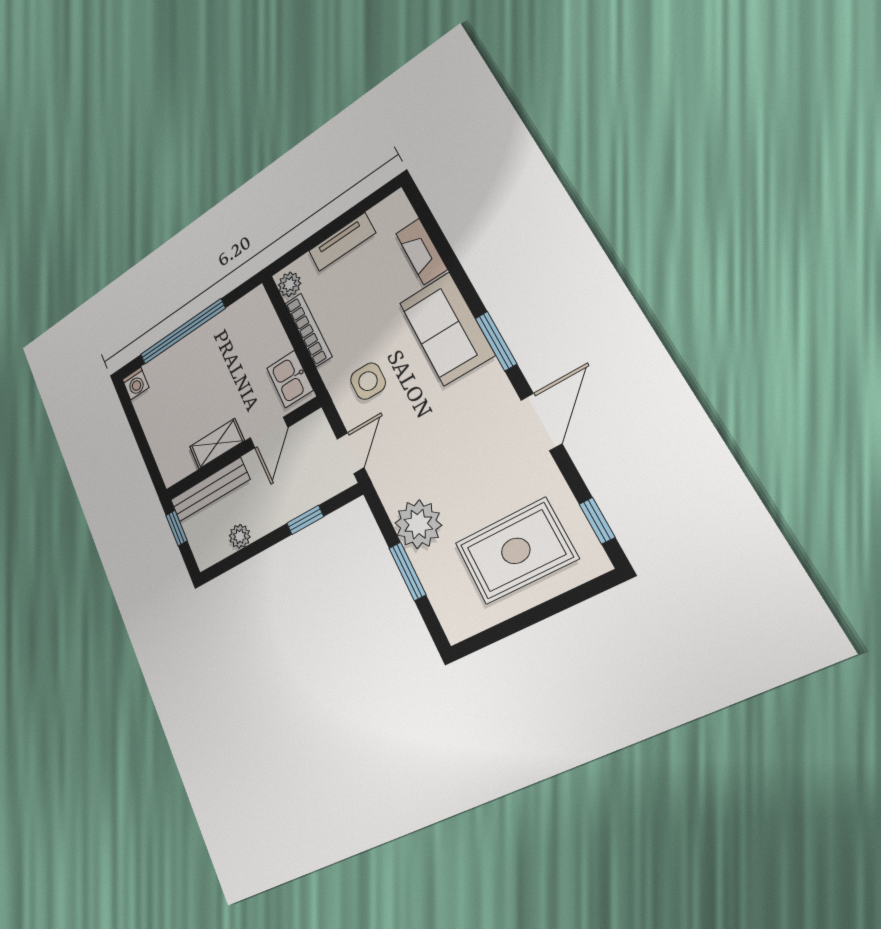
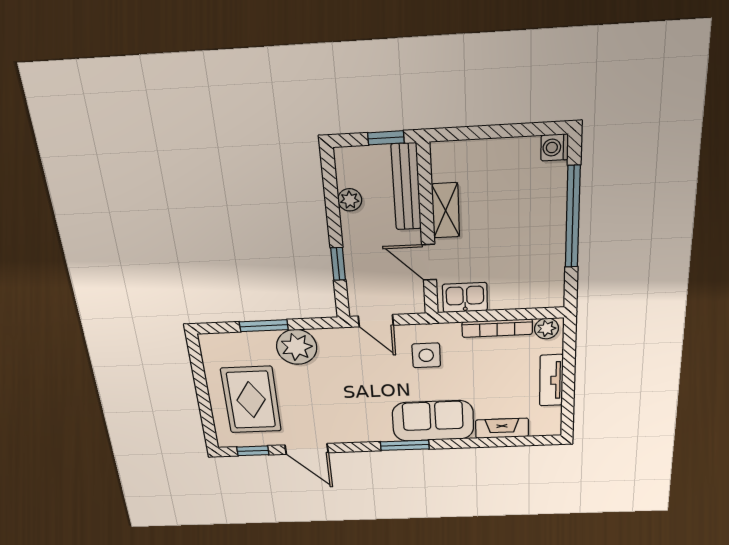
door: (541, 422) -> (307, 449), moved

